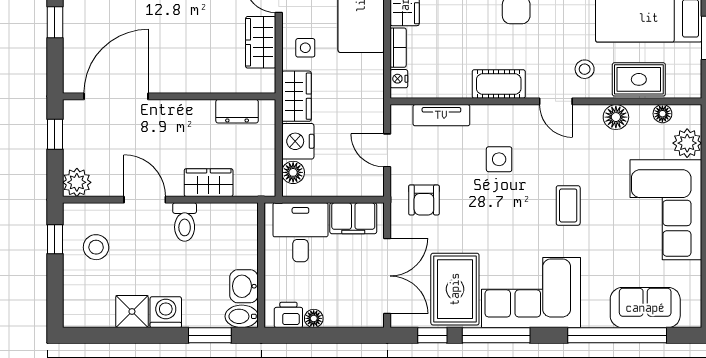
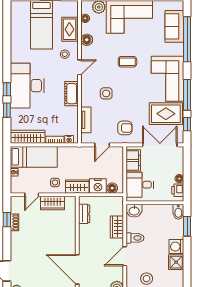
washbasin: (244, 286) -> (134, 211), moved

